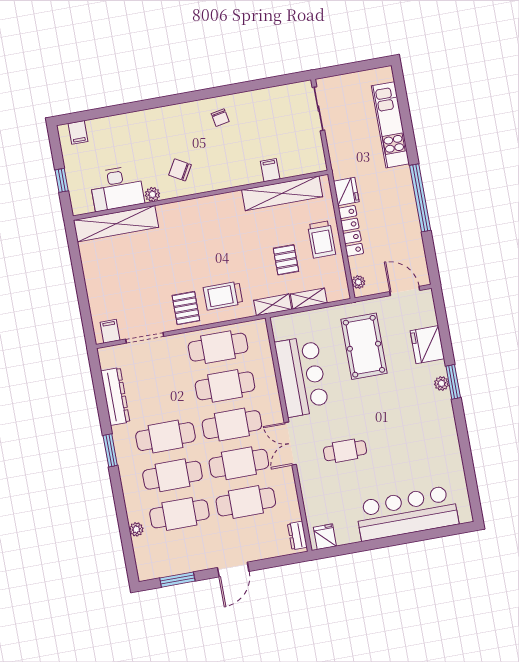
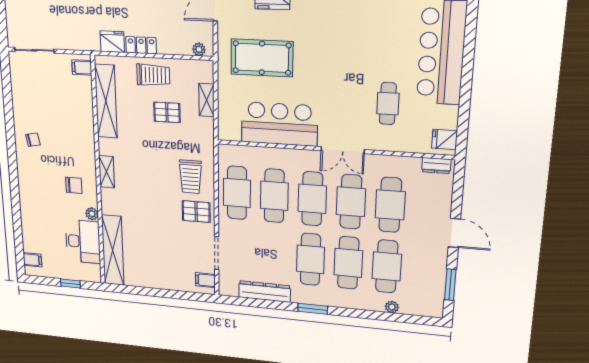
chair: (180, 170) -> (74, 185), turned -120
filing cabinet: (270, 170) -> (82, 67), moved
locker: (351, 231) -> (141, 45), width x0.66
shelving: (273, 305) -> (107, 172), moved
cafe table: (345, 451) -> (388, 104), moved

